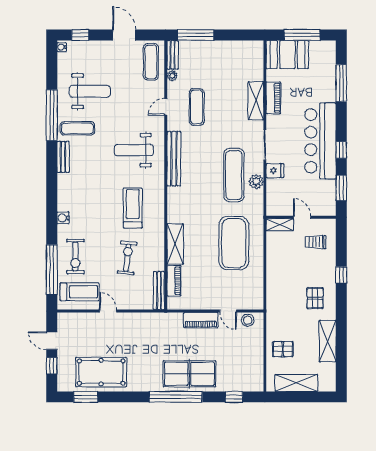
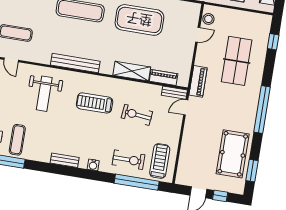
bench: (63, 157) -> (65, 160), moved
bench: (174, 159) -> (75, 63), moved
bench: (159, 291) -> (174, 93), width x0.73
door: (108, 311) -> (186, 107), moved
piano: (201, 320) -> (198, 81), moved
table tennis table: (189, 374) -> (237, 61), moved
window: (176, 397) -> (262, 110), moved

